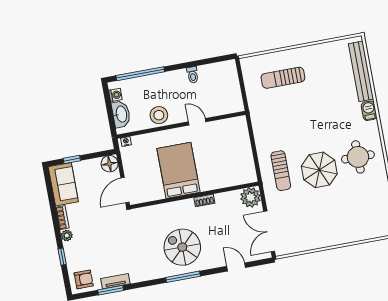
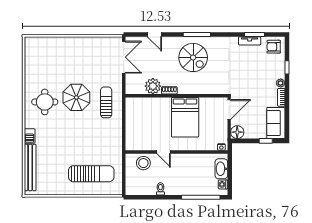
sun lounger: (283, 78) -> (91, 174), width x1.36, depth x1.34
stool: (159, 115) -> (143, 163), moved
plant: (250, 197) -> (153, 86), moved

